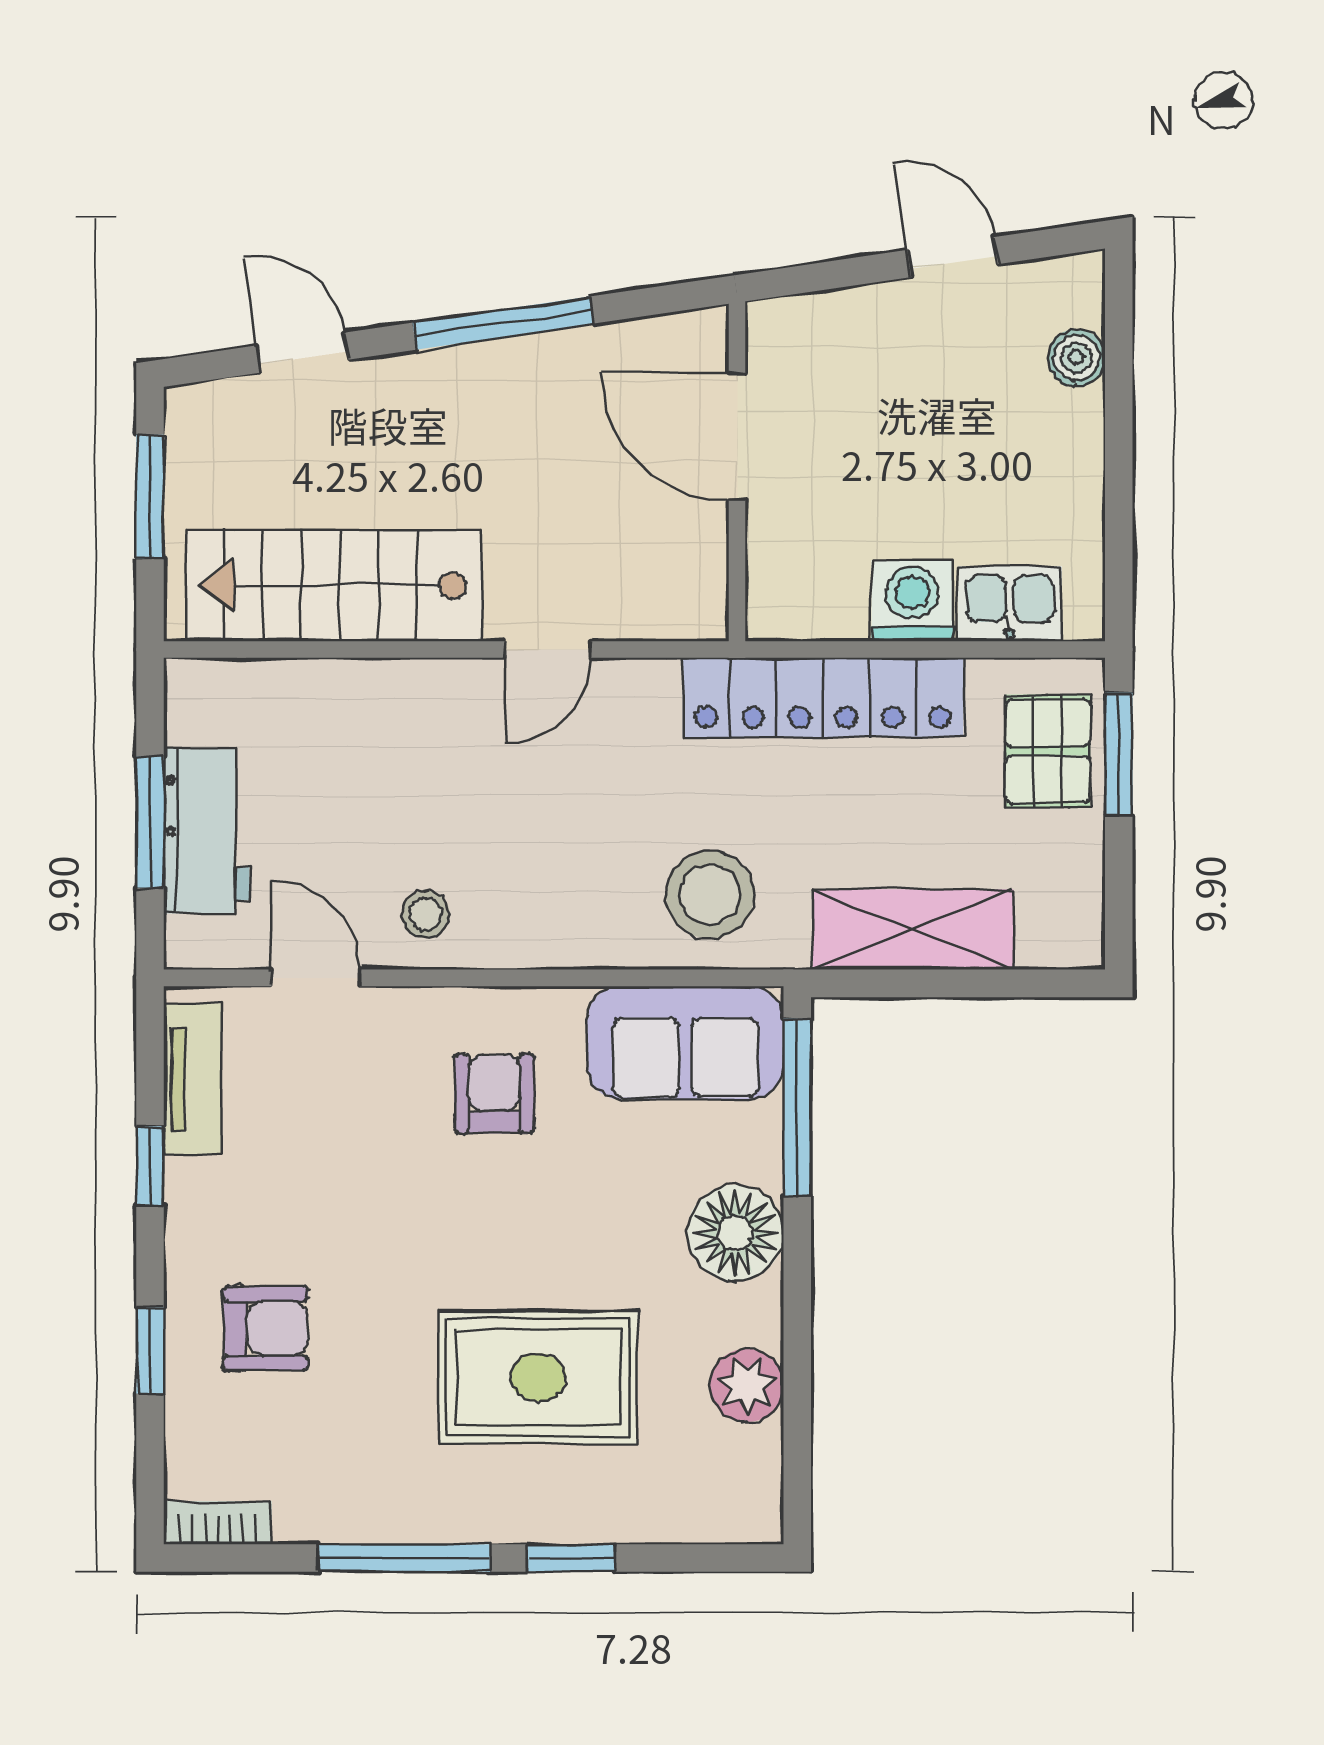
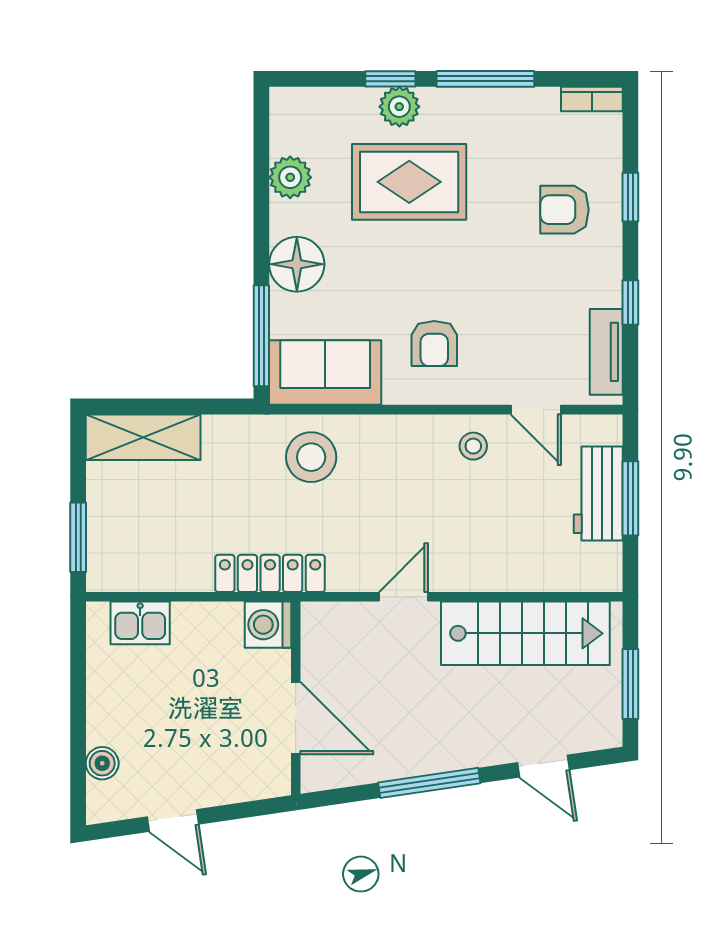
washing machine: (912, 601) -> (268, 625), moved, turned 90
locker: (823, 697) -> (270, 573), width x0.71, depth x0.83
pallet: (1048, 751) -> (119, 539), removed
shelving: (913, 930) -> (143, 437), moved
plant: (555, 1509) -> (399, 107), added

